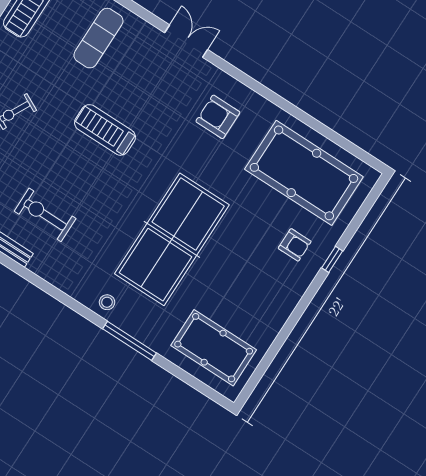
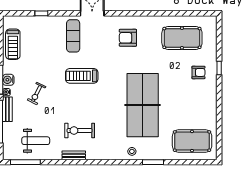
exercise mat: (98, 38) -> (73, 36), moved
pool table: (304, 173) -> (182, 38), width x0.73, depth x0.76
window: (130, 341) -> (153, 162), width x0.69

